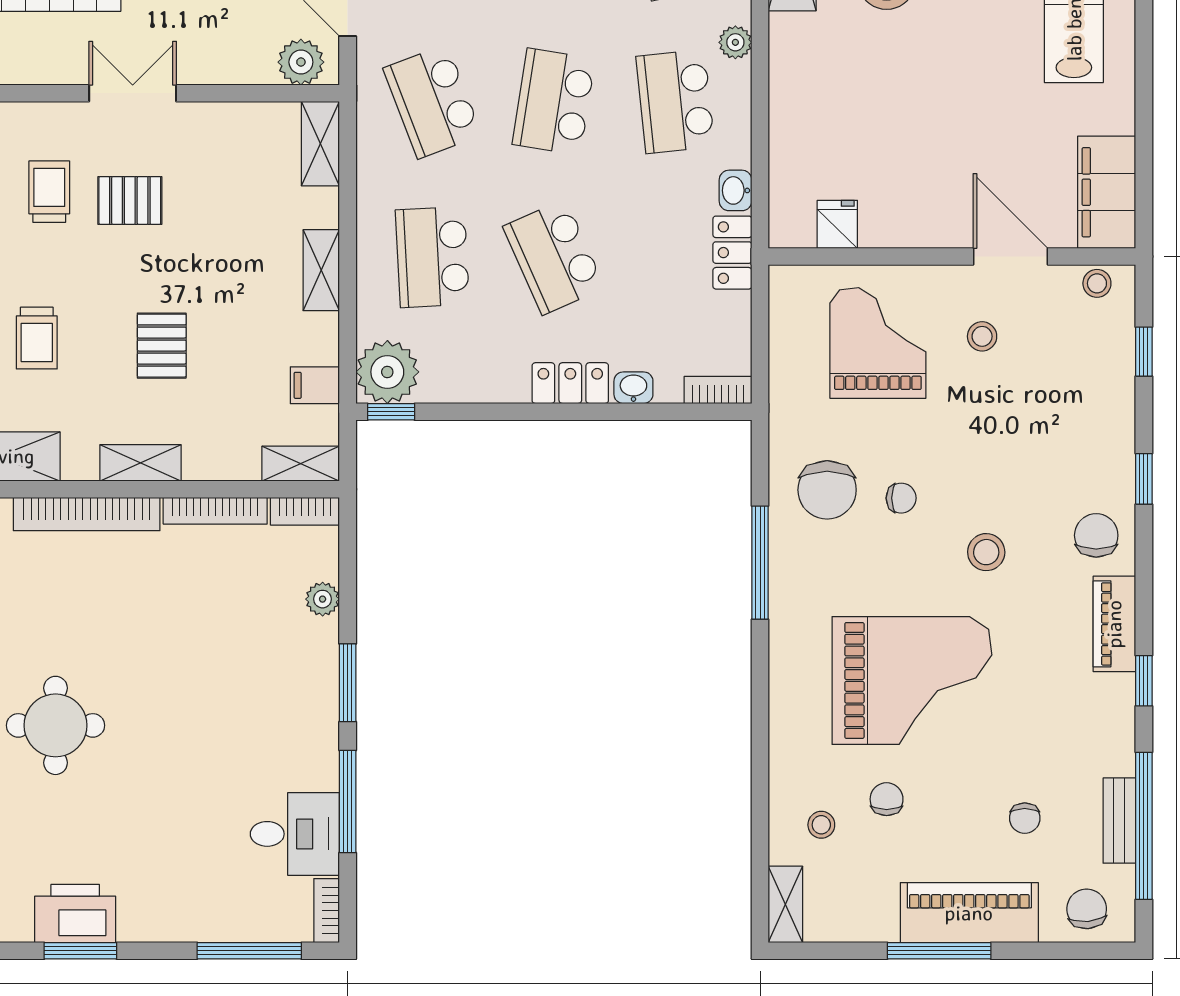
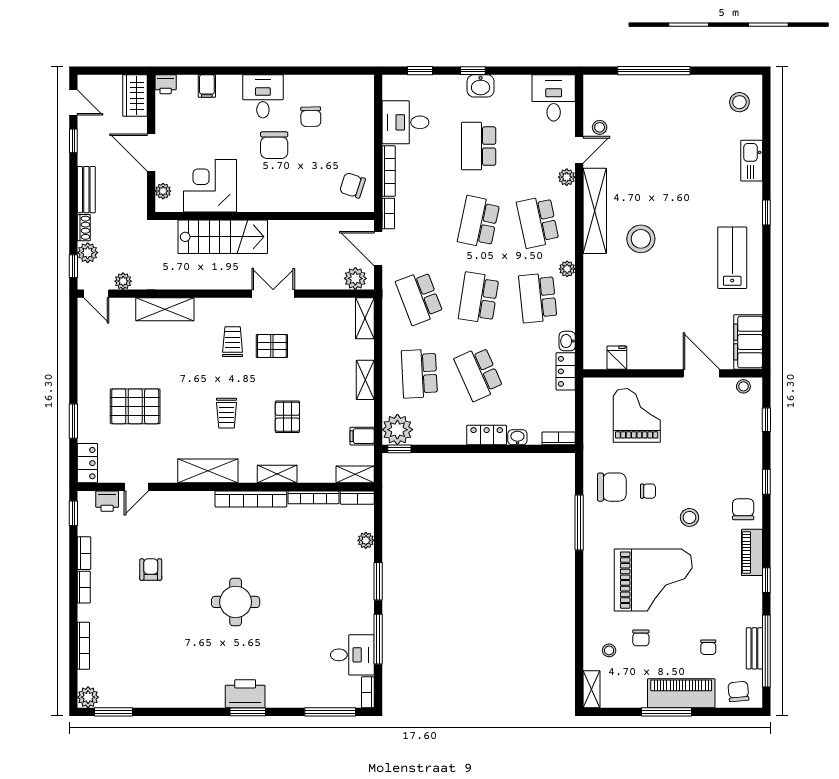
stool: (982, 336) -> (687, 412), removed
chair: (827, 490) -> (612, 487), turned -90
chair: (887, 799) -> (641, 638), turned 180

